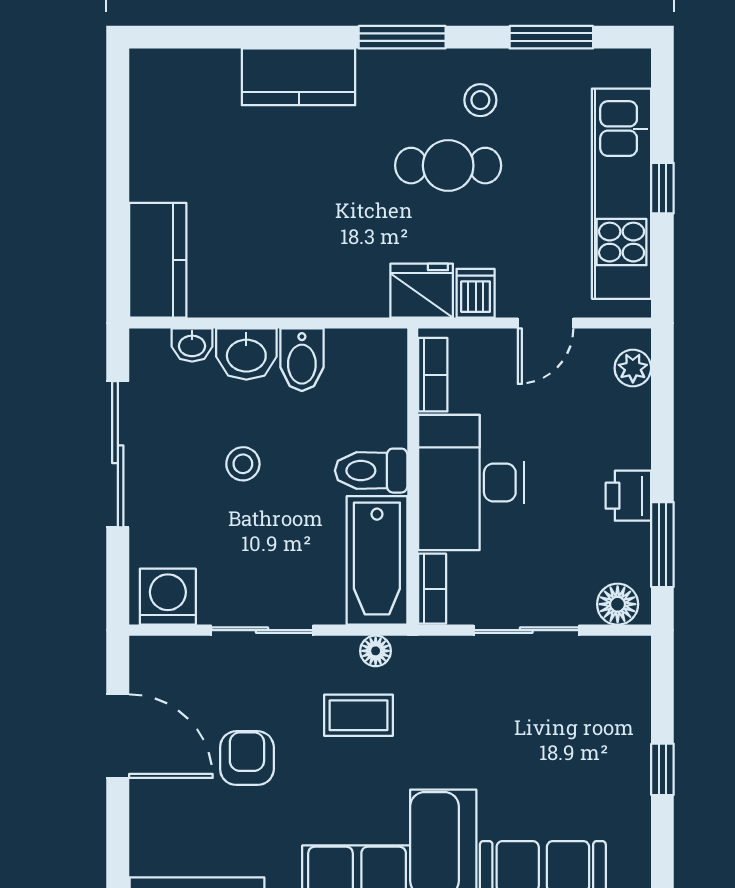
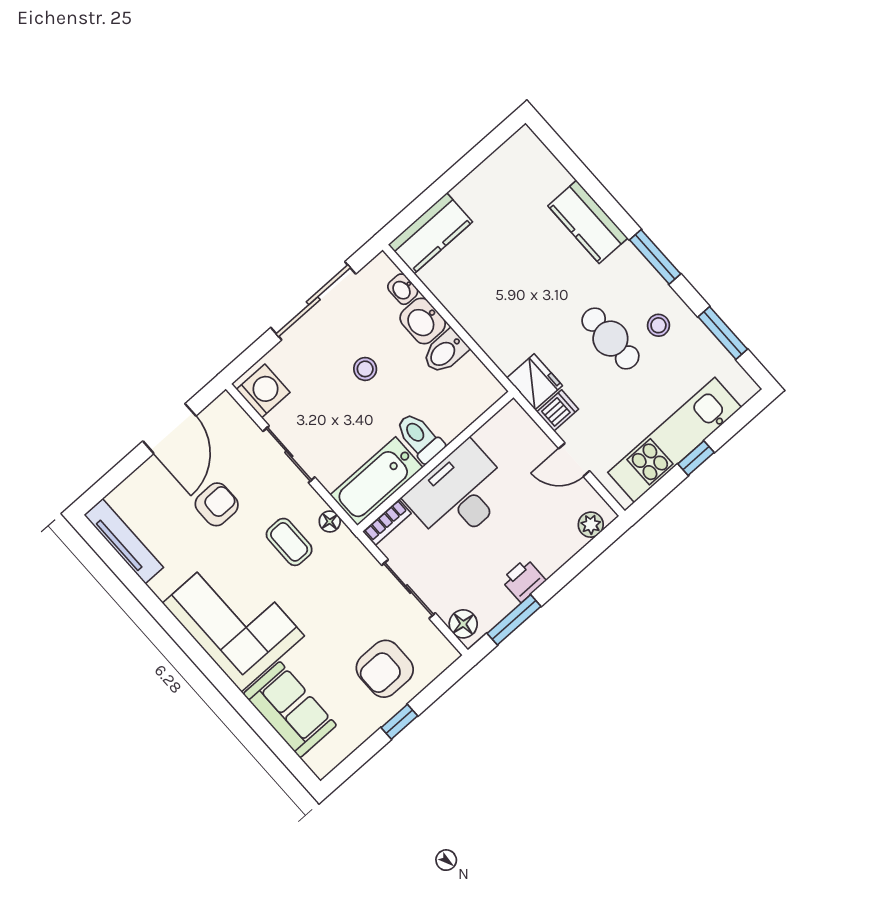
bookcase: (433, 375) -> (497, 426), removed
armchair: (590, 734) -> (385, 669), added

